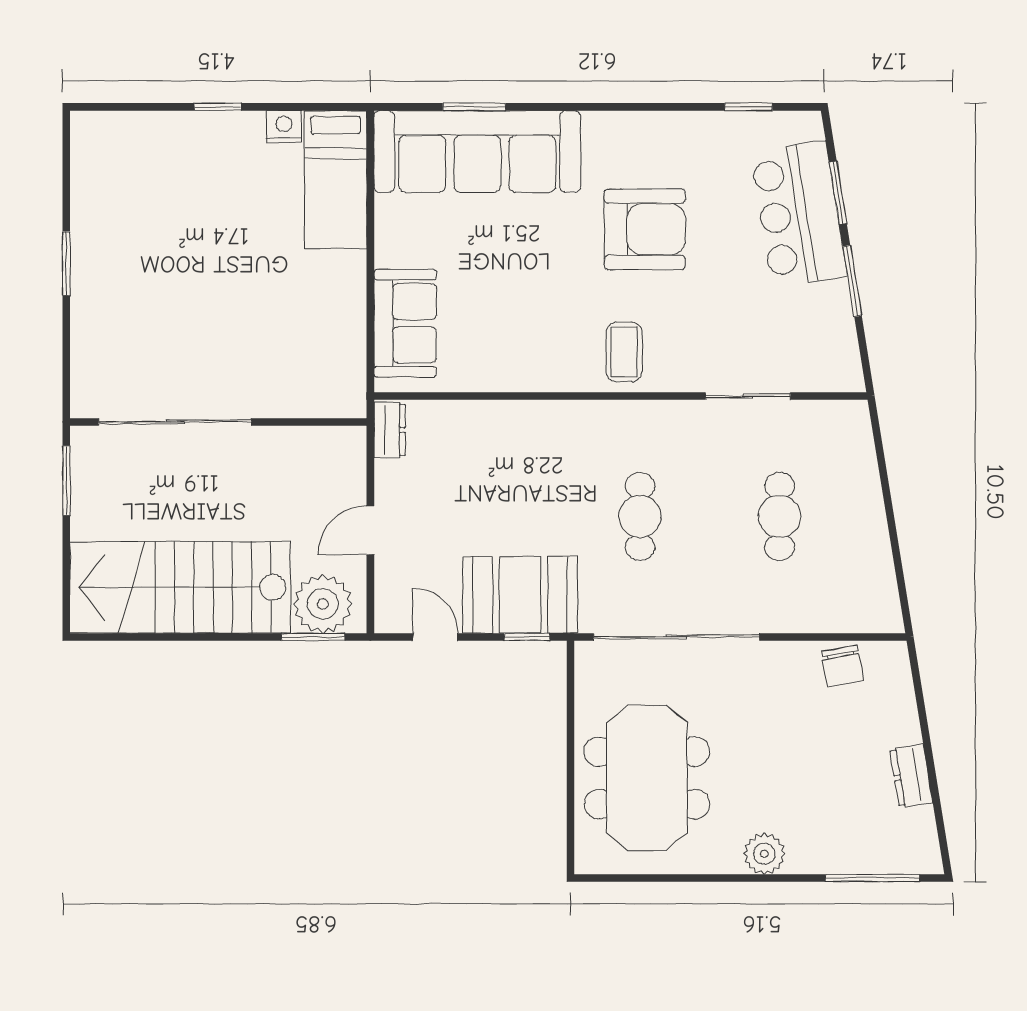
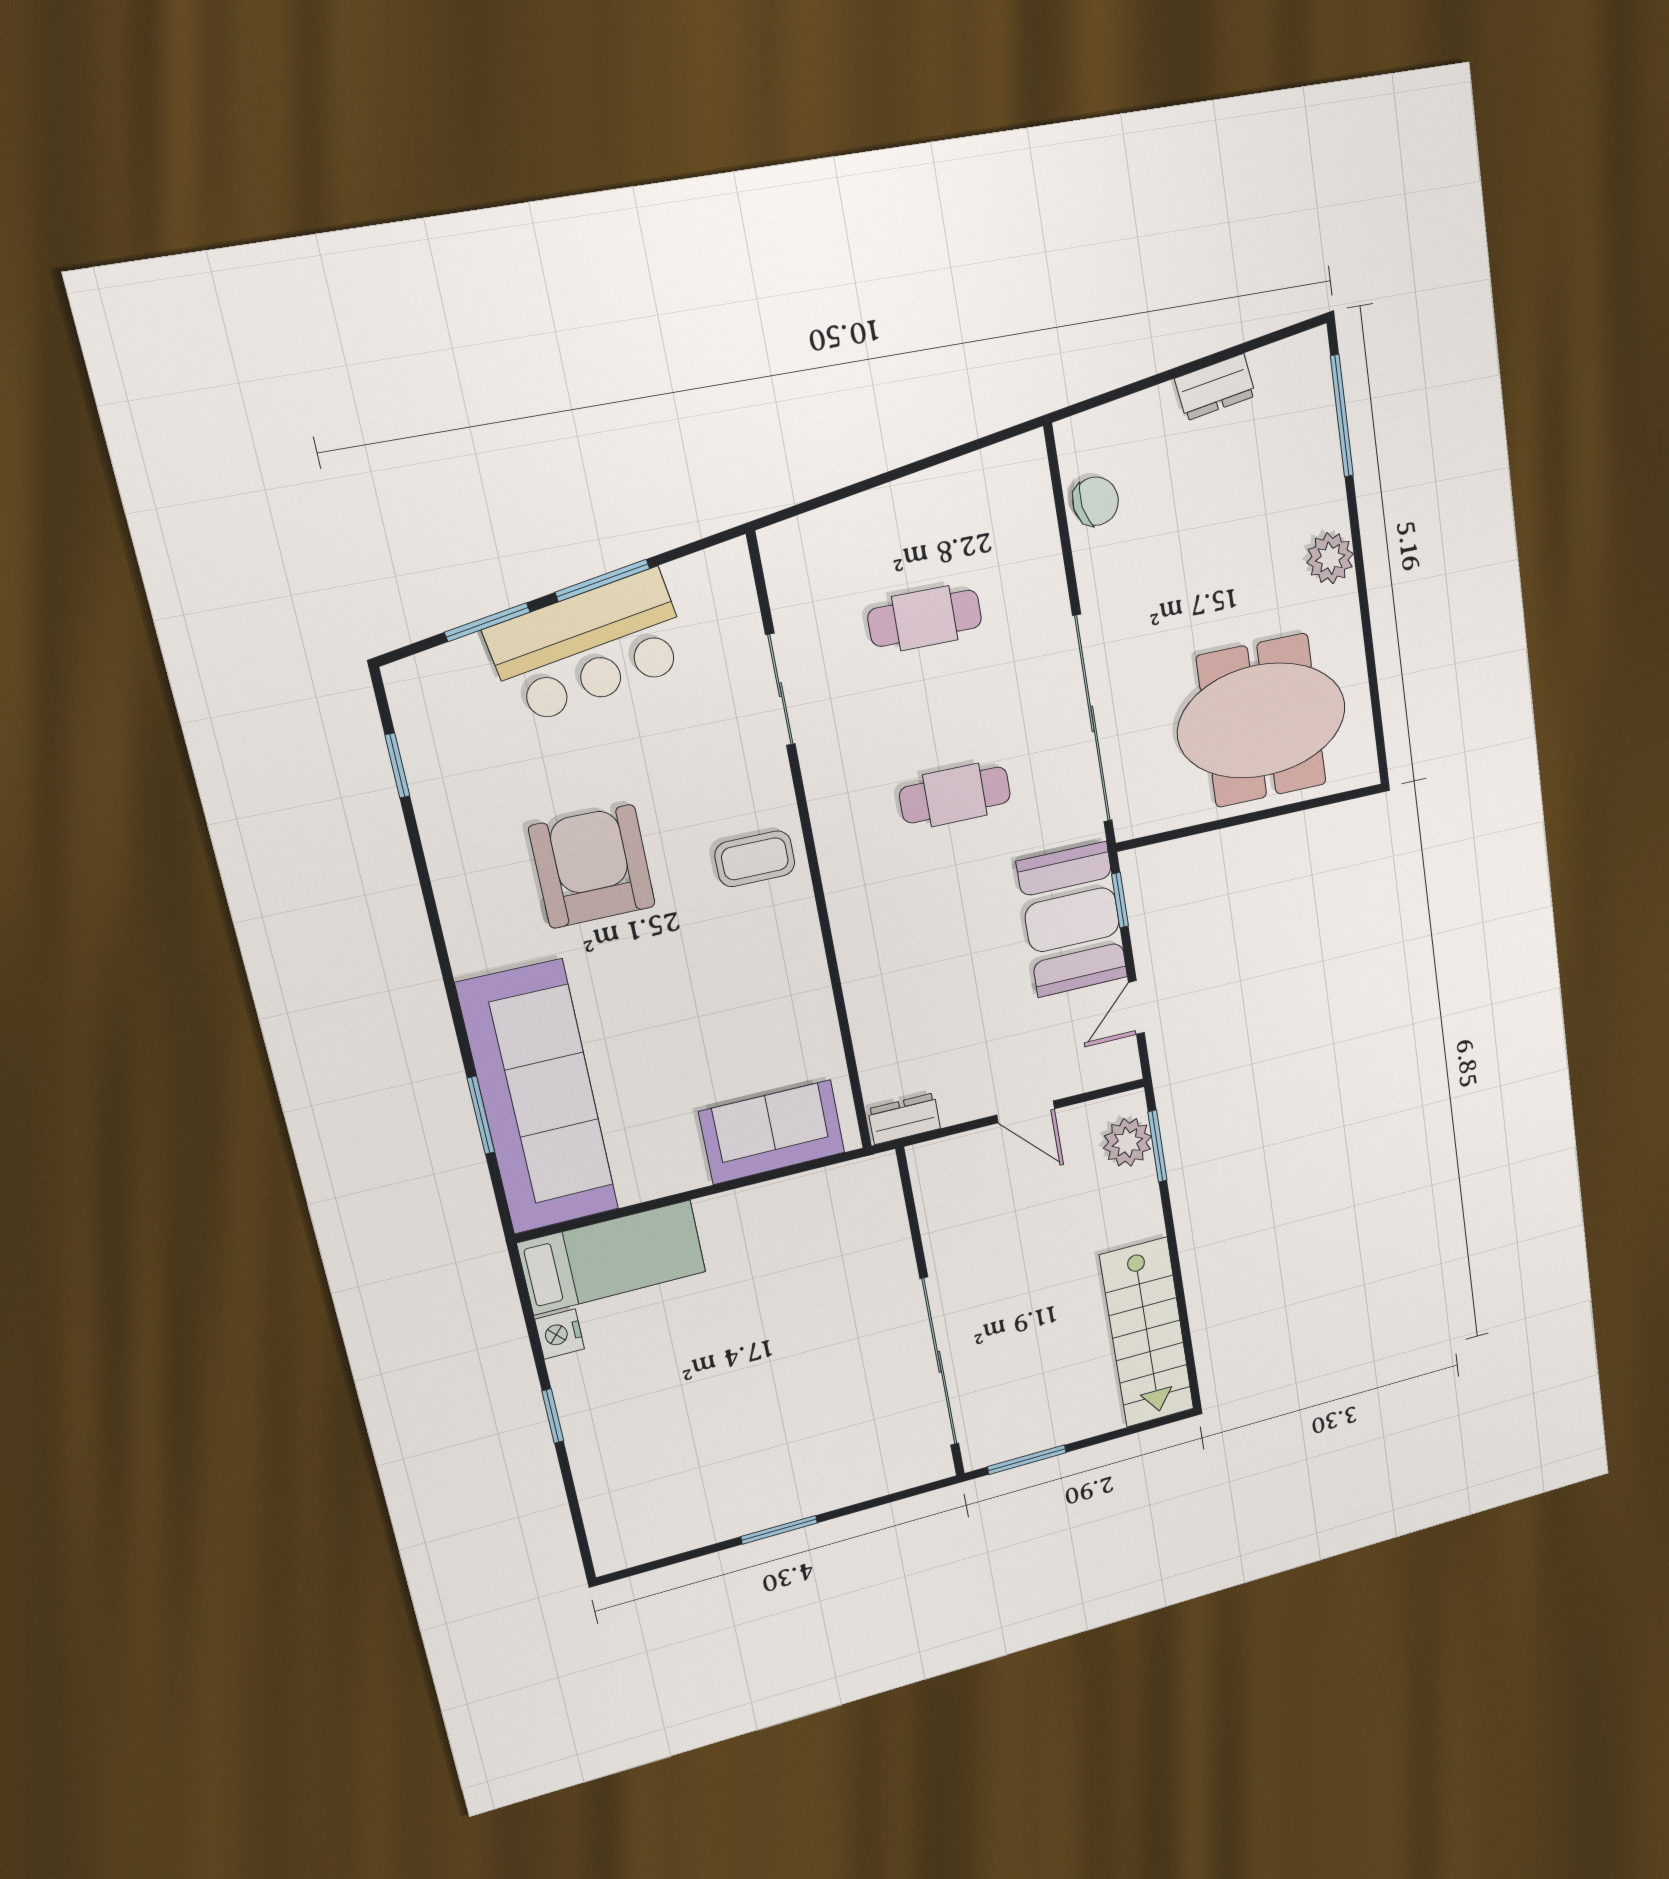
bar counter: (799, 214) -> (589, 647), moved
stairs: (180, 587) -> (1147, 1333), width x0.73, depth x0.66
plant: (323, 604) -> (1127, 1142), width x0.73, depth x0.73

